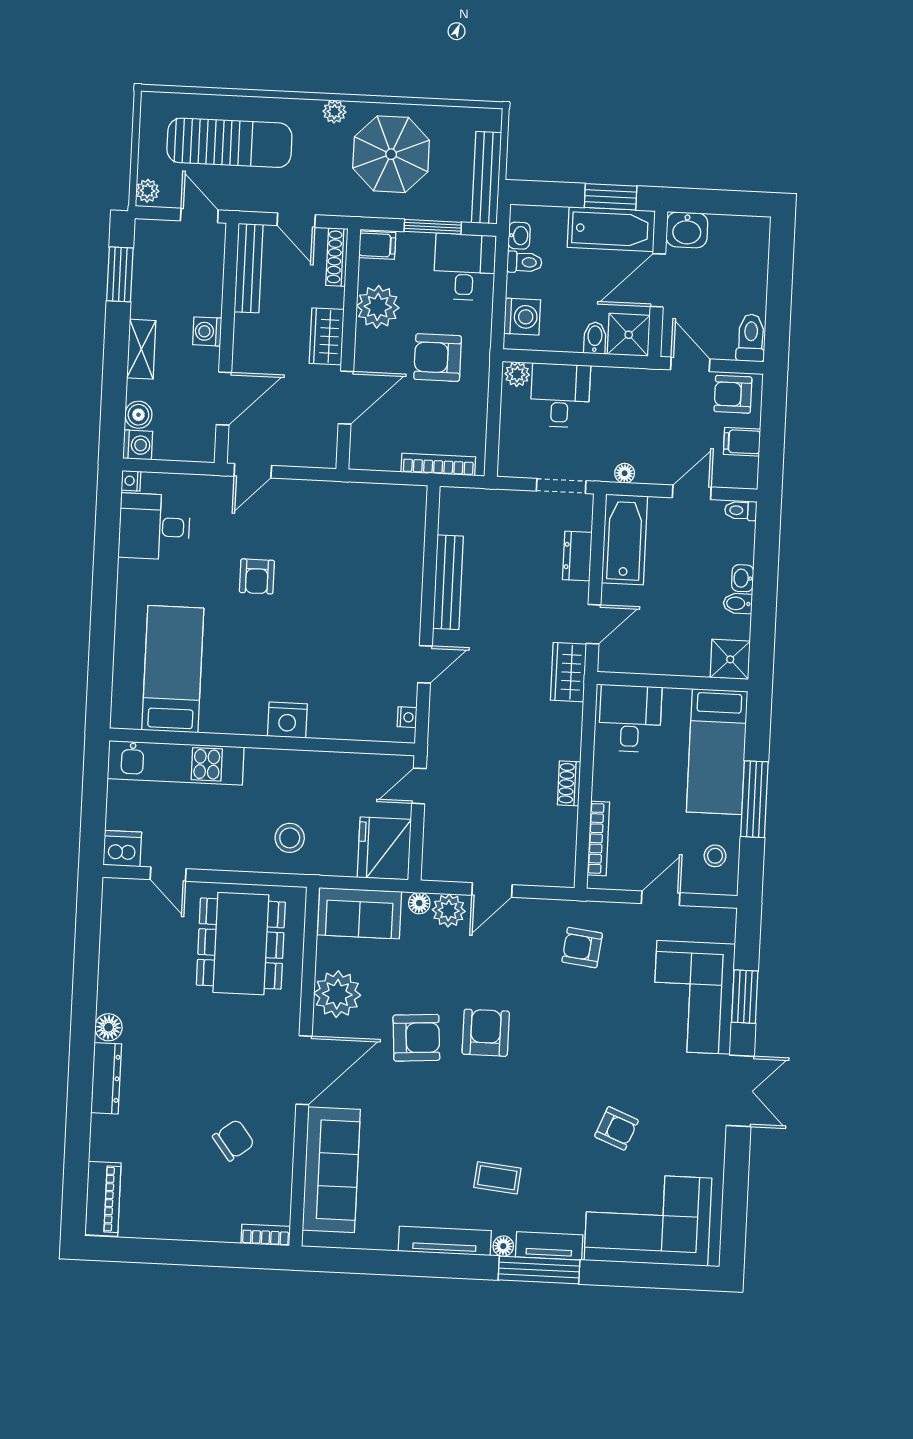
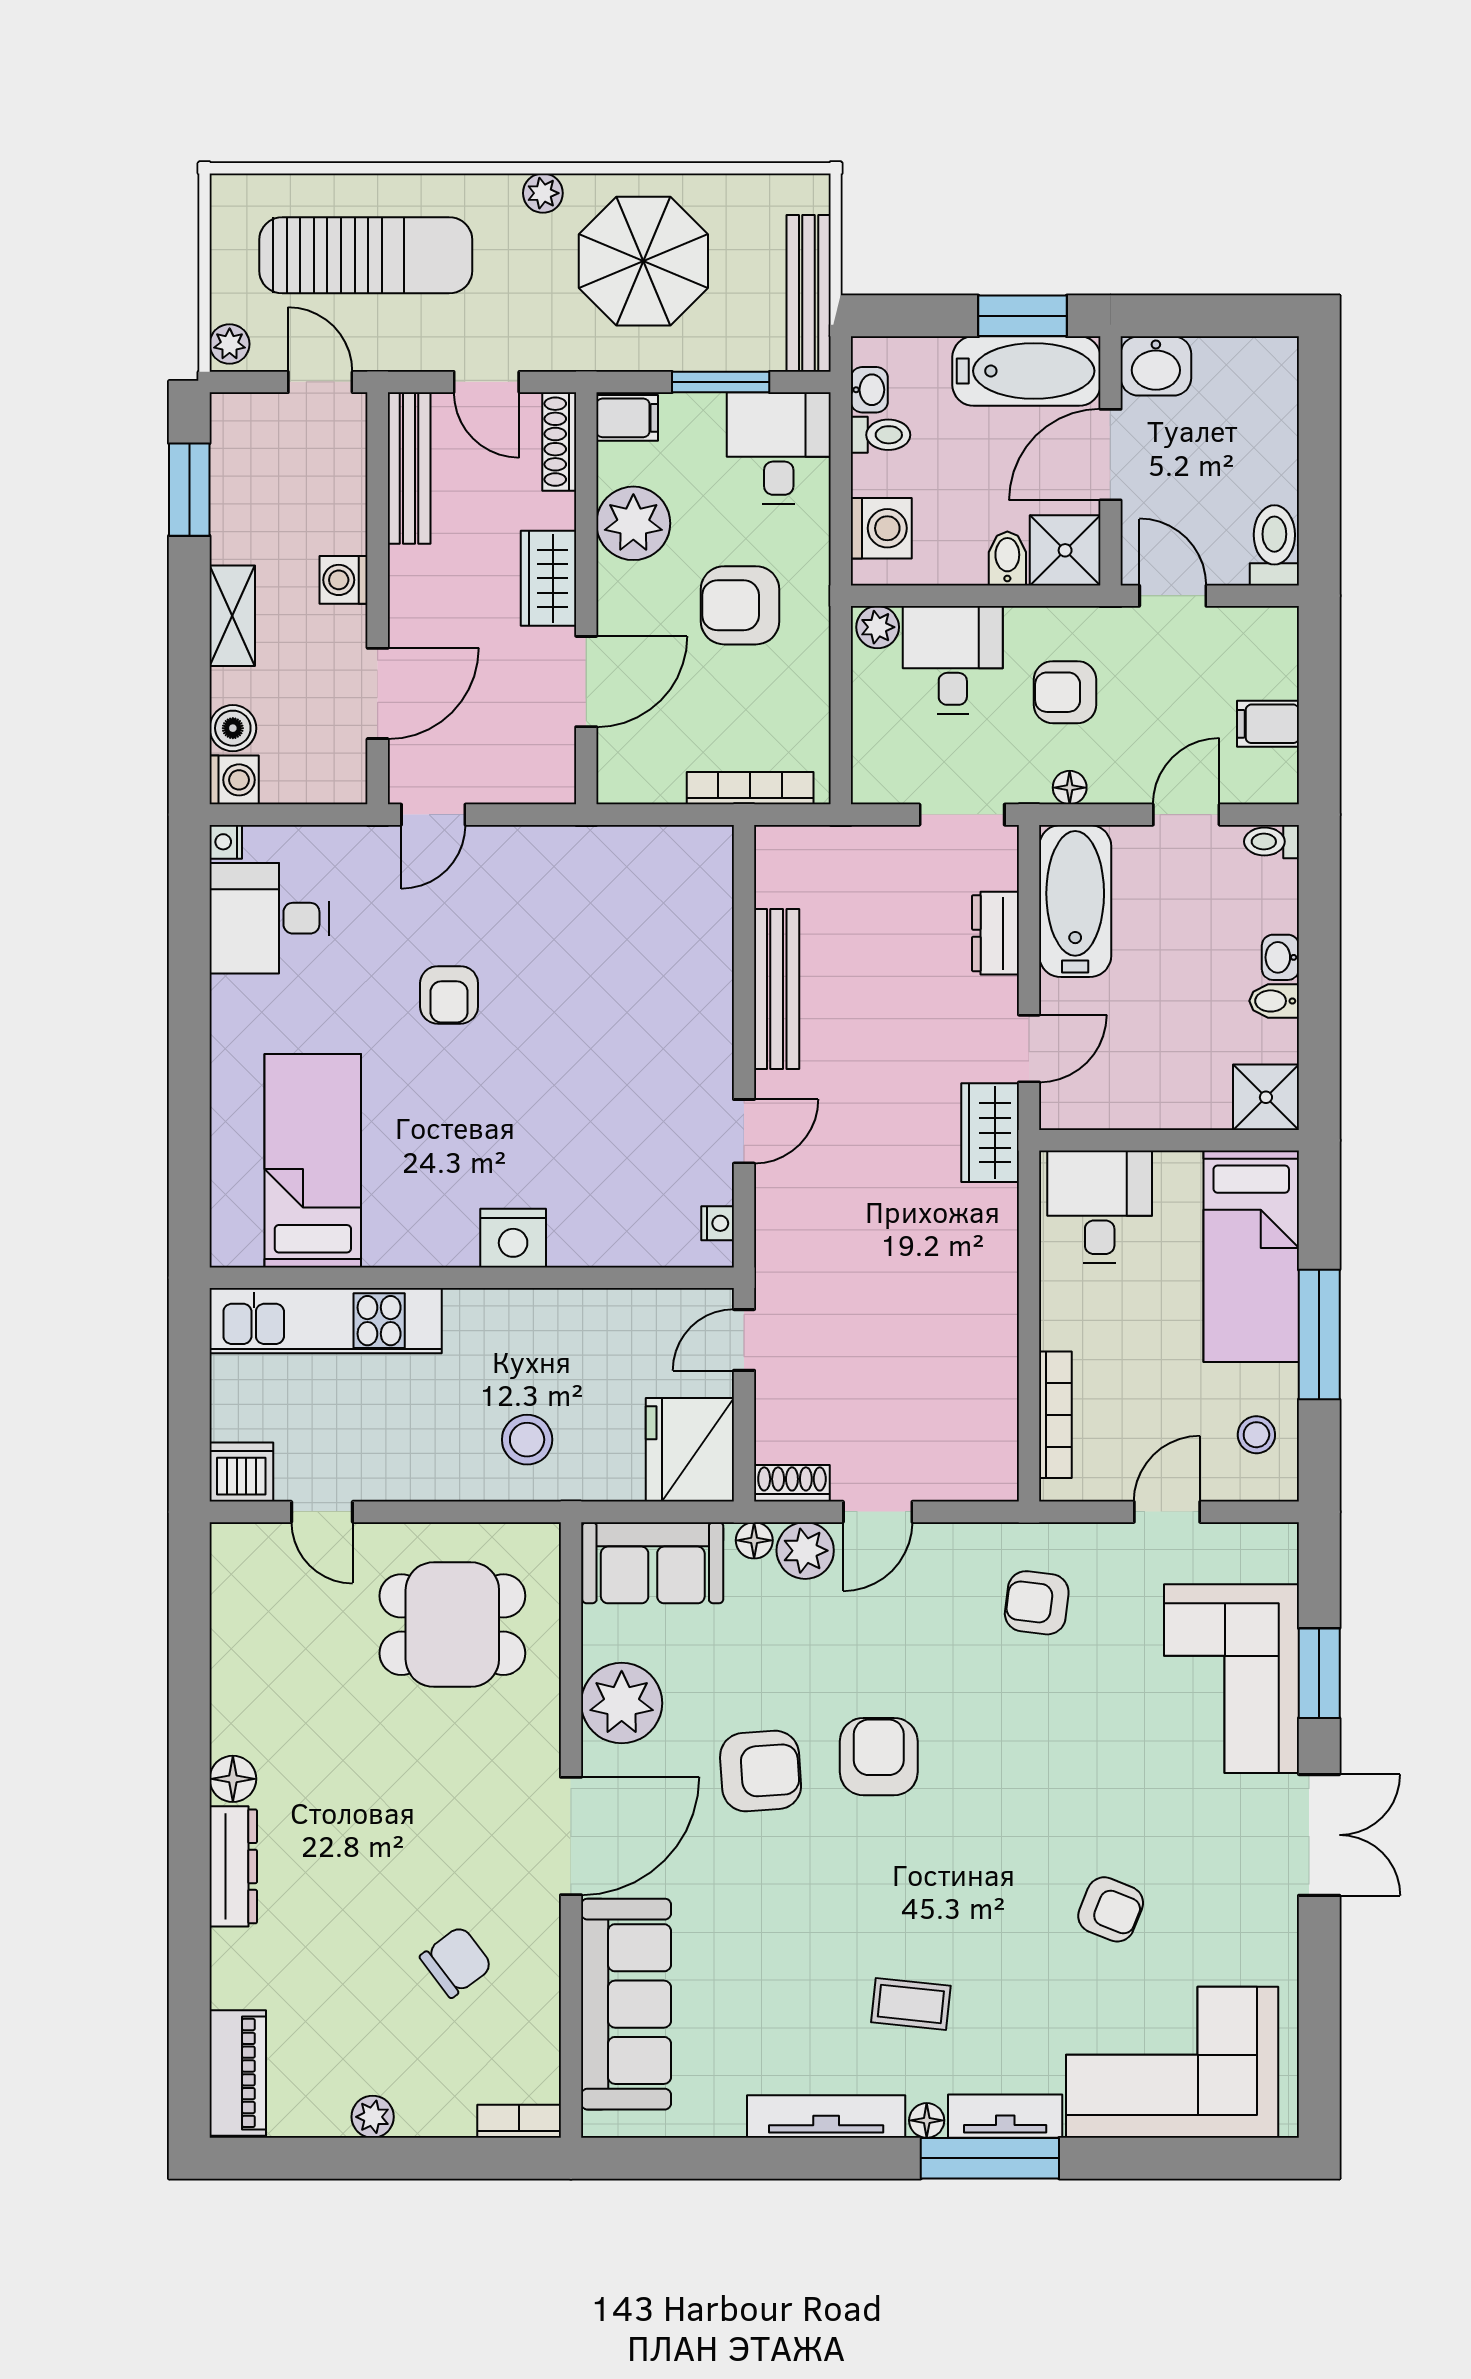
armchair: (733, 394) -> (1065, 692), moved
shoe rack: (569, 783) -> (792, 1483), moved, turned 90
dining table: (241, 944) -> (452, 1625), width x0.73
plant: (180, 1228) -> (373, 2117), added

